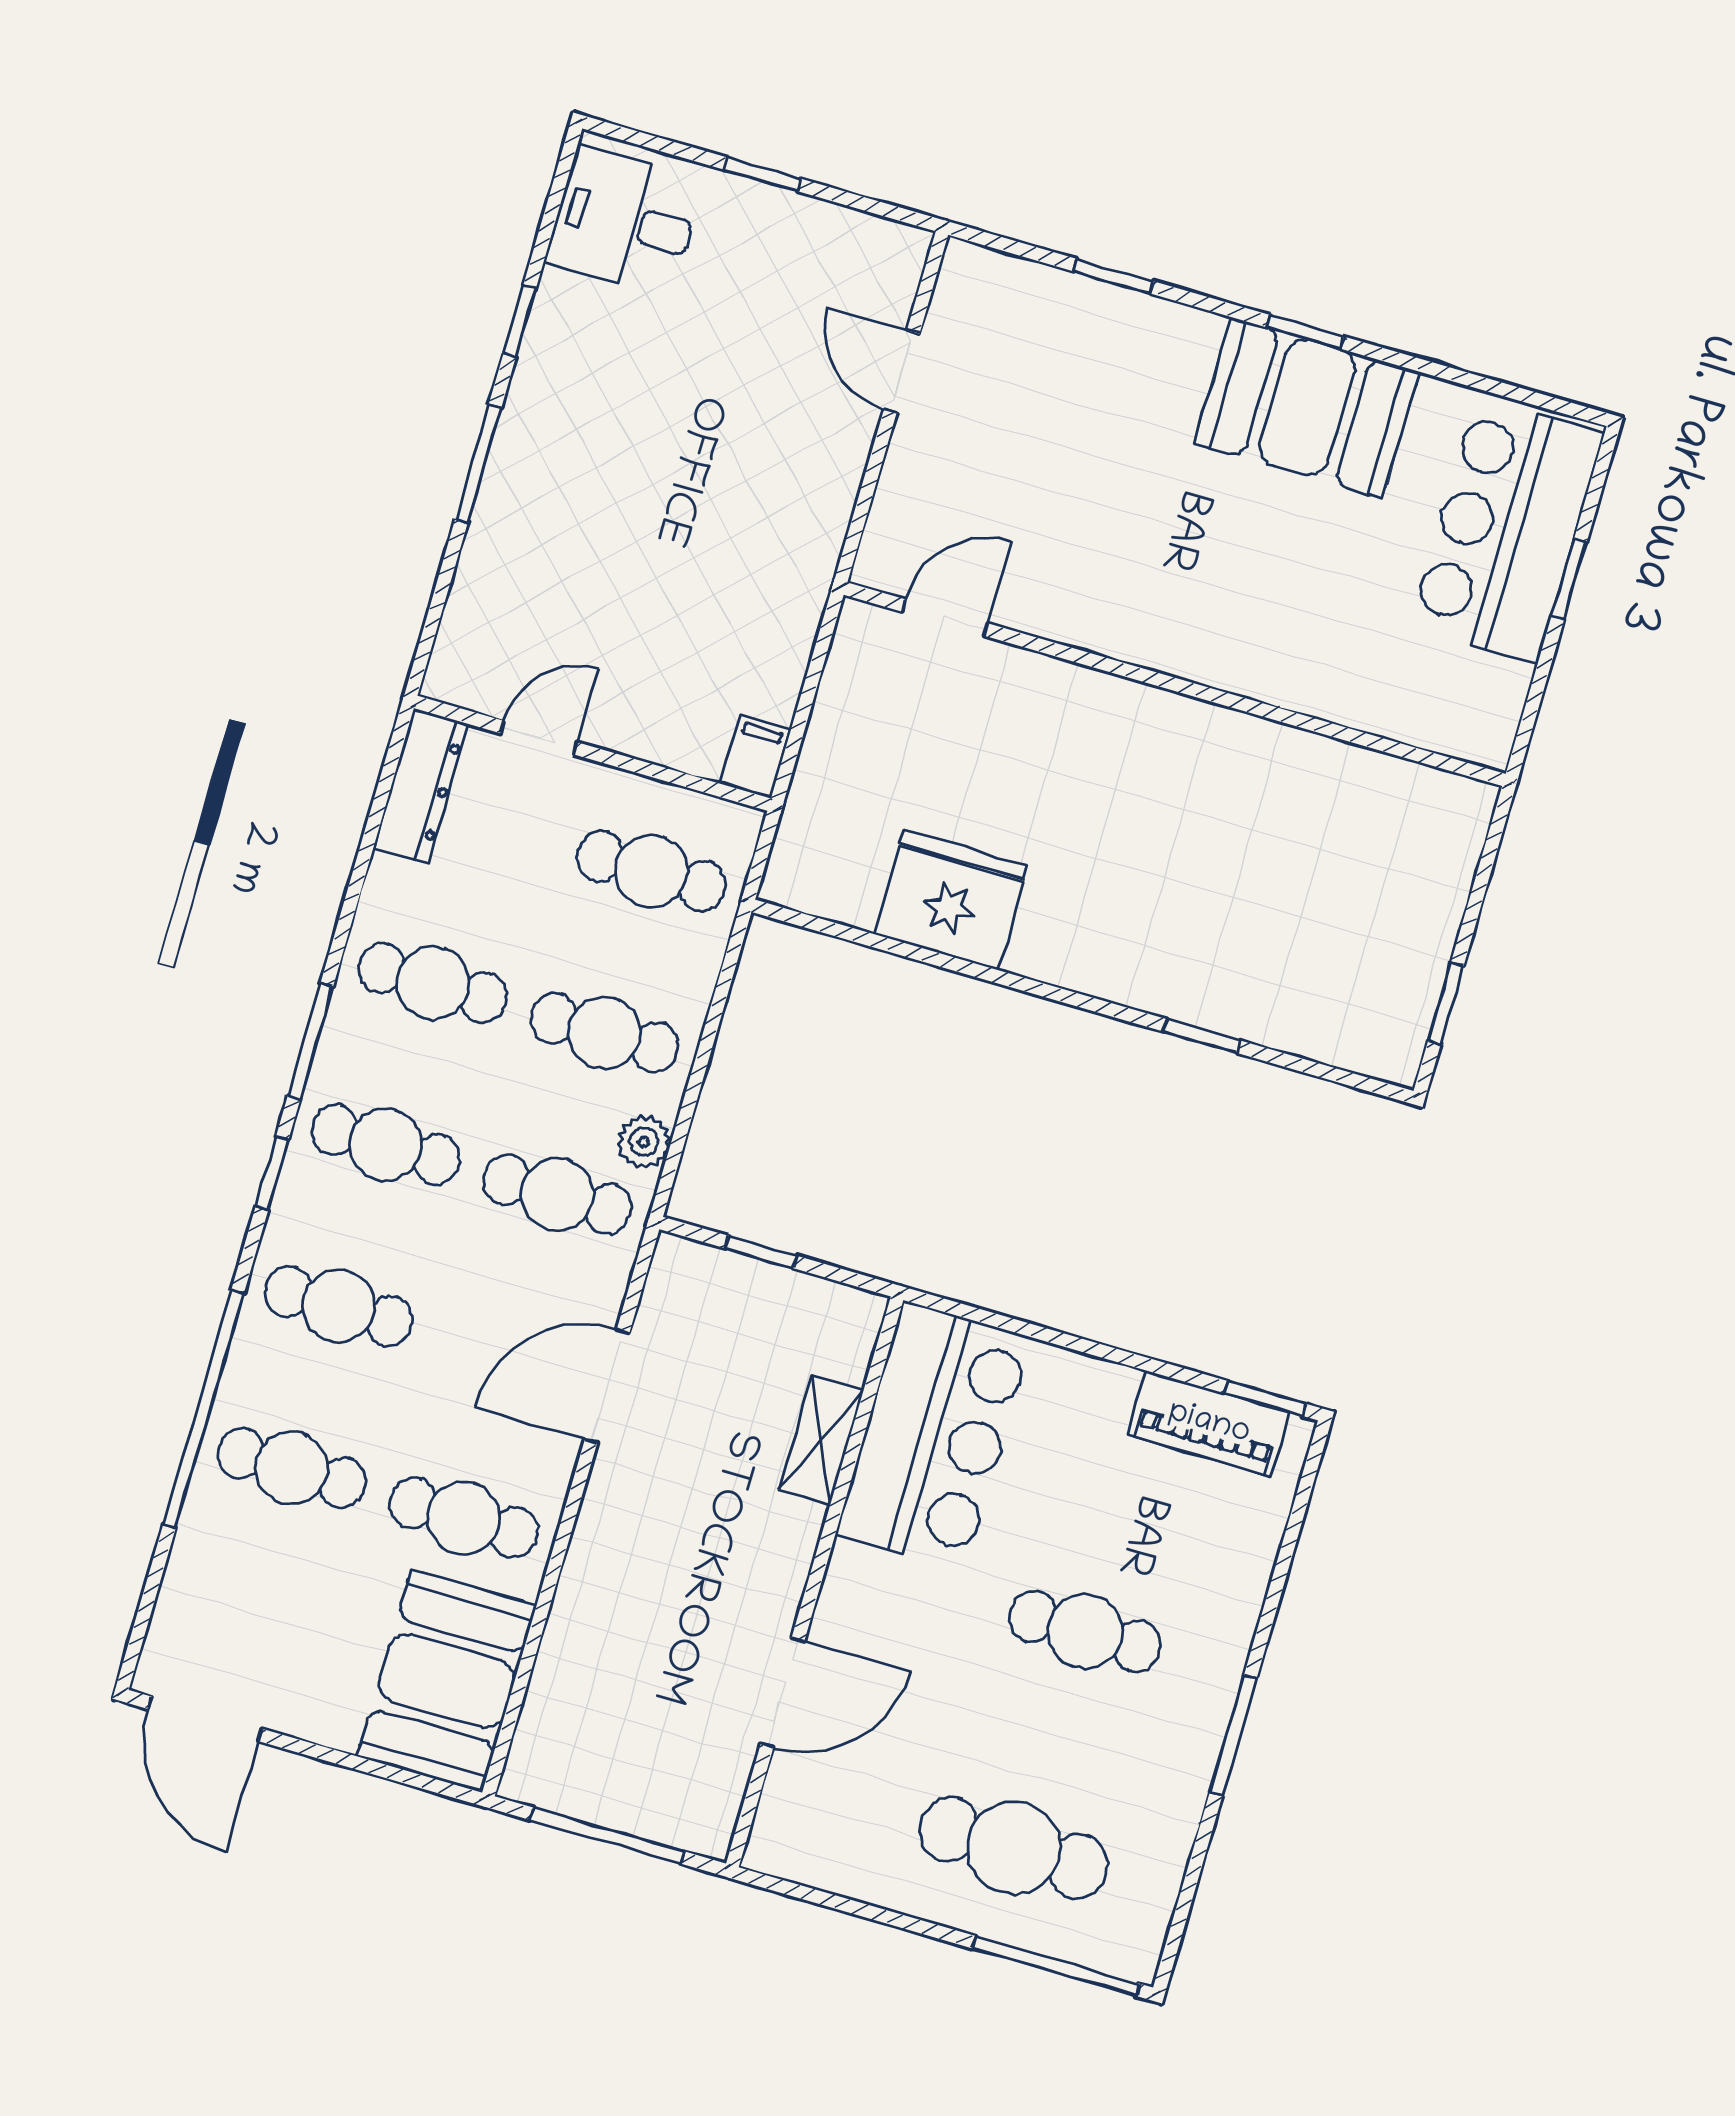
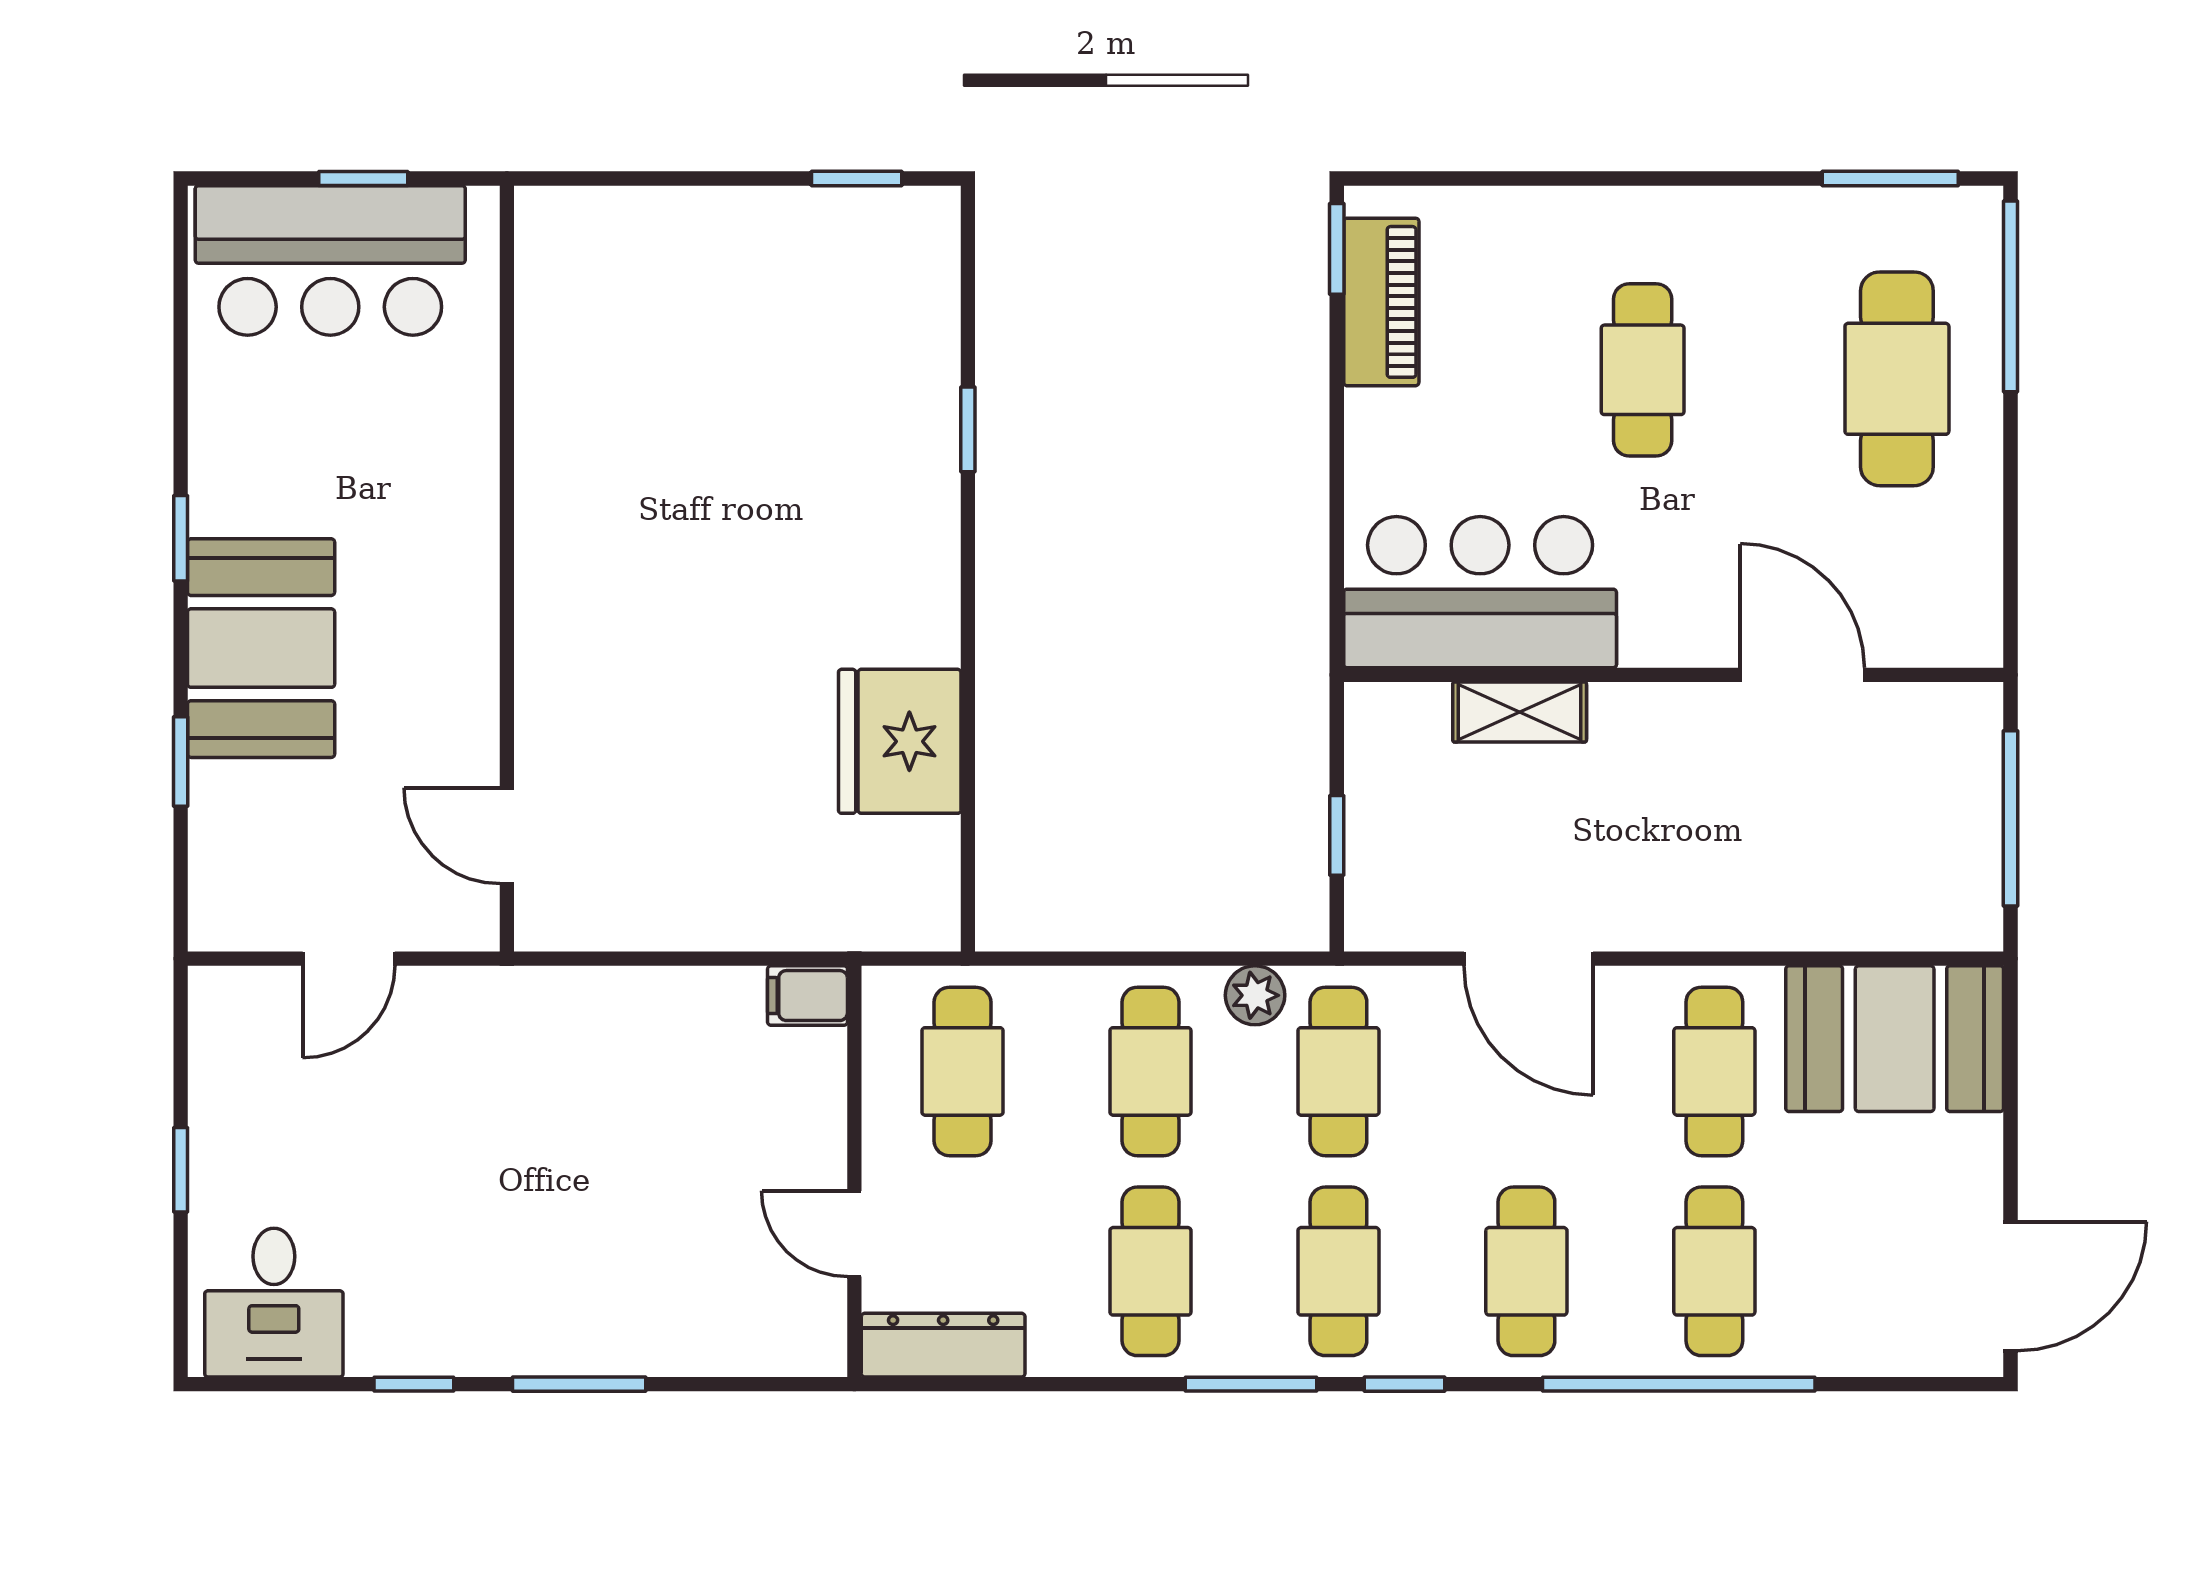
booth: (1307, 408) -> (261, 648), moved
door: (945, 617) -> (507, 836), moved
wall: (1175, 684) -> (507, 569), moved
window: (1233, 1735) -> (1890, 178), moved

